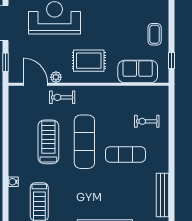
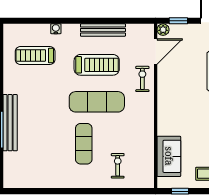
rug: (89, 61) -> (180, 106), removed
plant: (56, 77) -> (163, 30), moved
bench: (163, 195) -> (103, 30), moved

